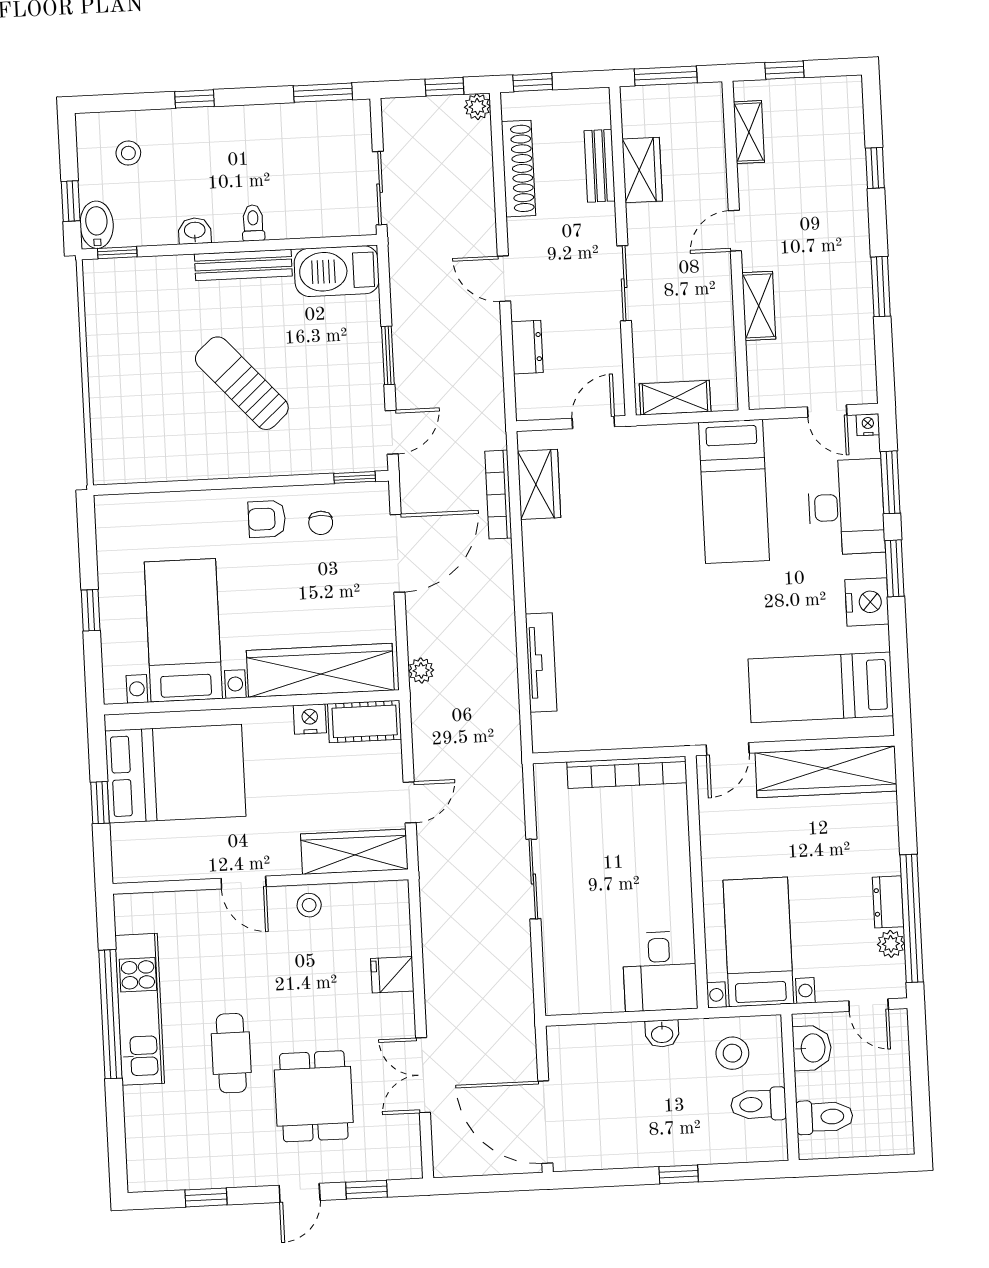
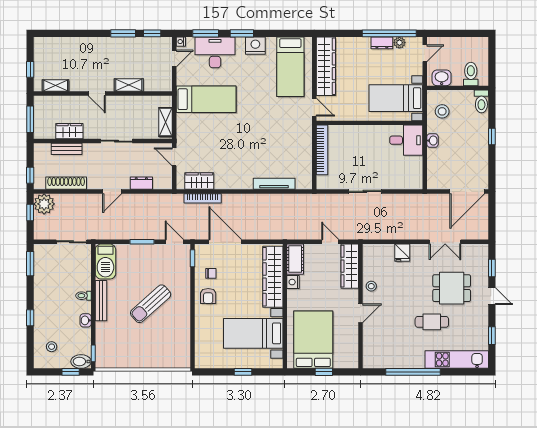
plant: (477, 107) -> (44, 204), width x1.88, depth x1.88
window: (875, 168) -> (152, 33), moved
plant: (421, 671) -> (275, 234), removed
kitchen unit: (140, 1009) -> (457, 360), moved
toilet: (758, 1104) -> (481, 101), moved

